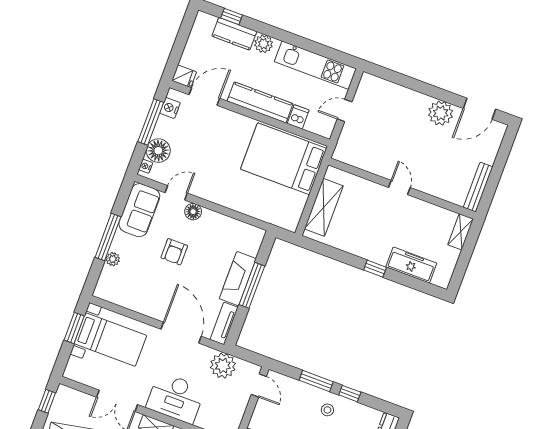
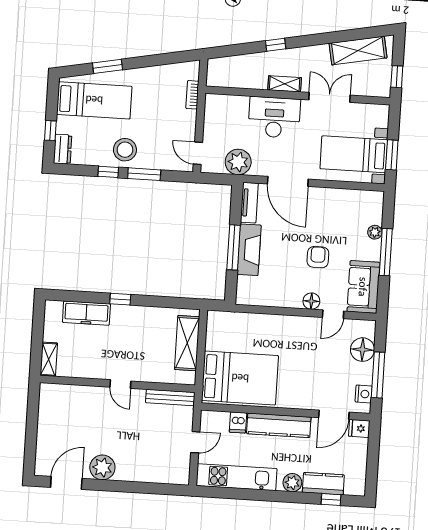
nightstand: (146, 166) -> (370, 331), removed
bench: (478, 187) -> (170, 397), moved, turned 90
stool: (327, 410) -> (125, 150), width x1.89, depth x1.89

